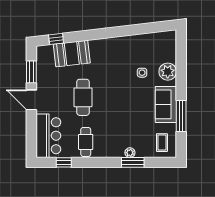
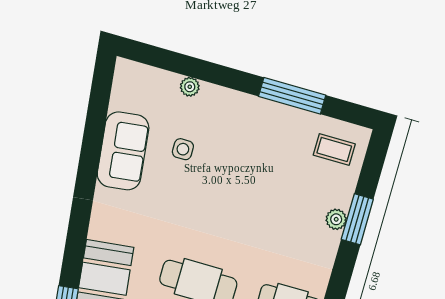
plant: (168, 72) -> (190, 87), width x0.53, depth x0.53
sofa: (166, 104) -> (123, 151), moved, turned -97

